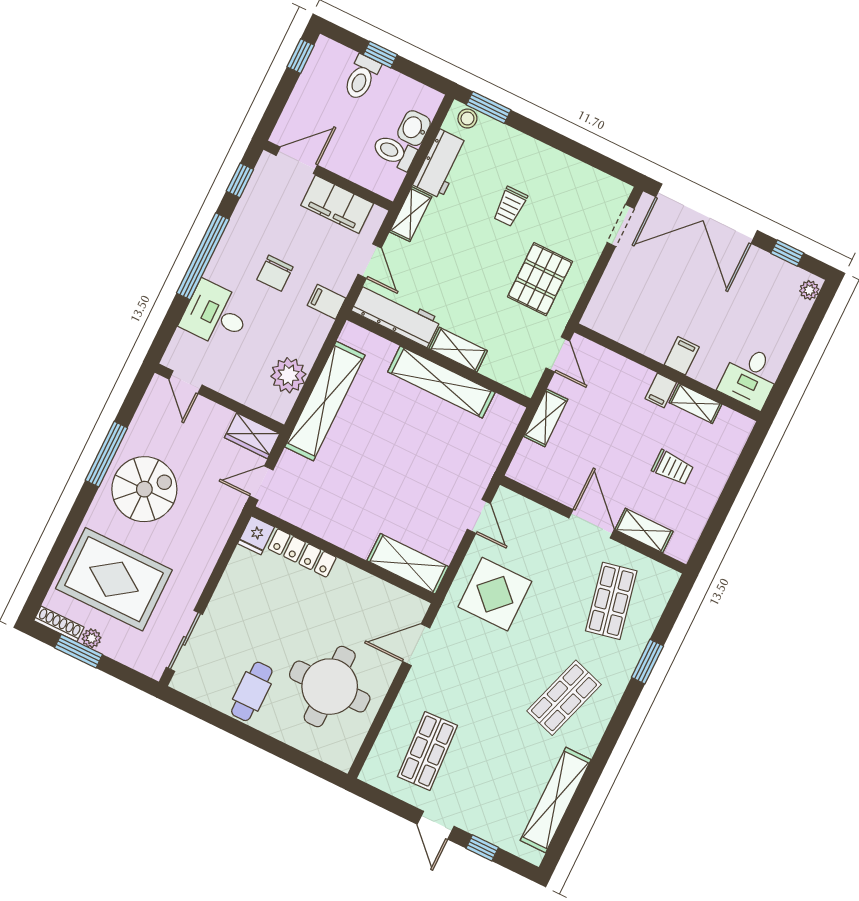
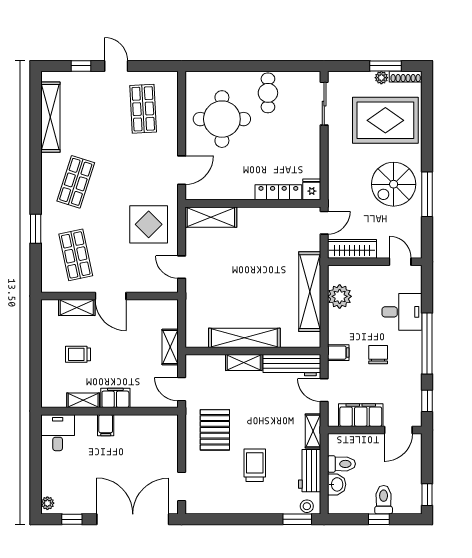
trolley: (510, 206) -> (255, 465), width x1.36, depth x1.39
filing cabinet: (661, 390) -> (115, 398), width x2.00
wardrobe: (252, 436) -> (352, 249), width x1.50

